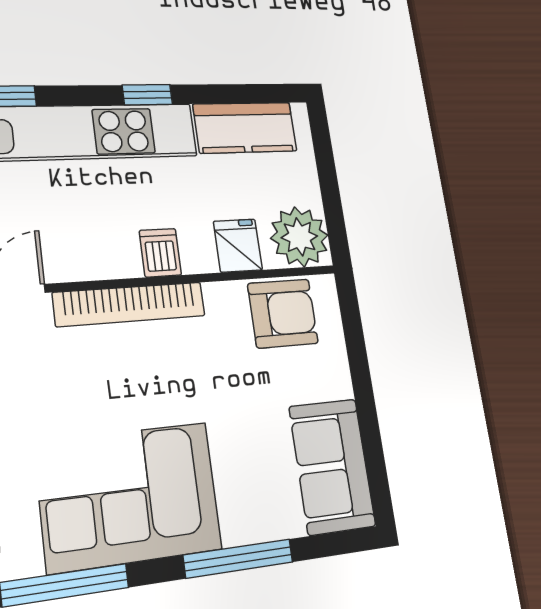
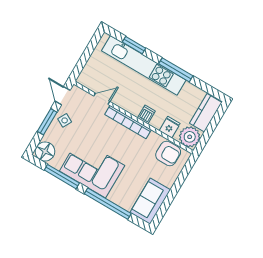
window: (147, 95) -> (176, 70), width x2.17
kitchen counter: (245, 128) -> (206, 113), moved, turned 90
window: (238, 559) -> (108, 204), width x1.46

